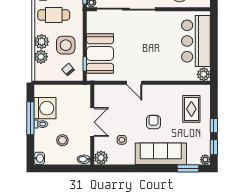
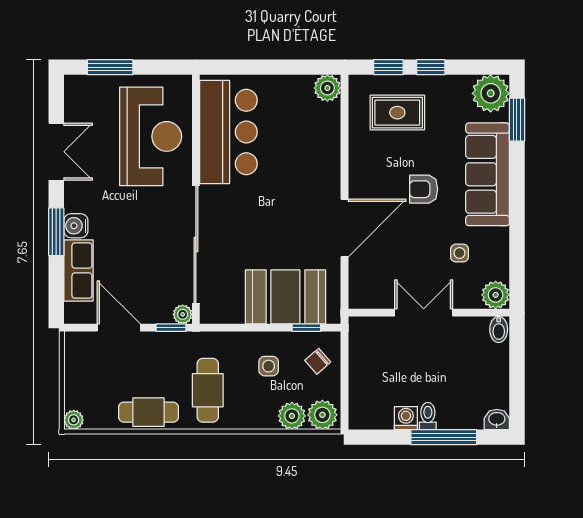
bar counter: (196, 41) -> (228, 132), moved, turned -90
plant: (42, 42) -> (322, 415), moved
side table: (66, 45) -> (269, 366), width x0.54, depth x0.54
door: (134, 83) -> (345, 228), width x1.88
washing machine: (45, 108) -> (406, 418), width x0.53, depth x0.53
window: (30, 118) -> (444, 437), moved
stool: (62, 140) -> (460, 373), removed
window: (214, 147) -> (388, 67), moved
plant: (205, 160) -> (491, 93), width x1.88, depth x1.88

